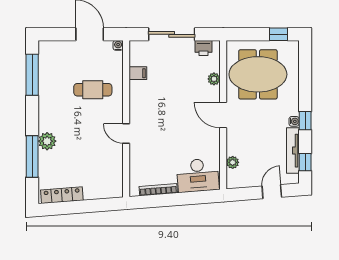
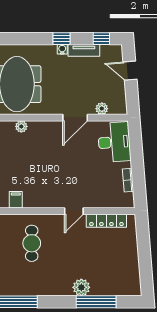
door: (223, 115) -> (75, 118), moved
tv unit: (293, 151) -> (84, 50), width x0.71
bookcase: (158, 190) -> (128, 180), width x0.64
locker: (62, 195) -> (106, 221), moved, turned -86

